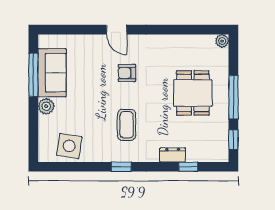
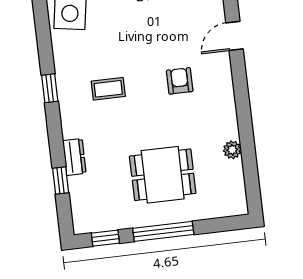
door: (117, 30) -> (235, 36), moved
plant: (222, 41) -> (232, 150), moved
coffee table: (127, 125) -> (108, 89), width x0.73, depth x0.77

